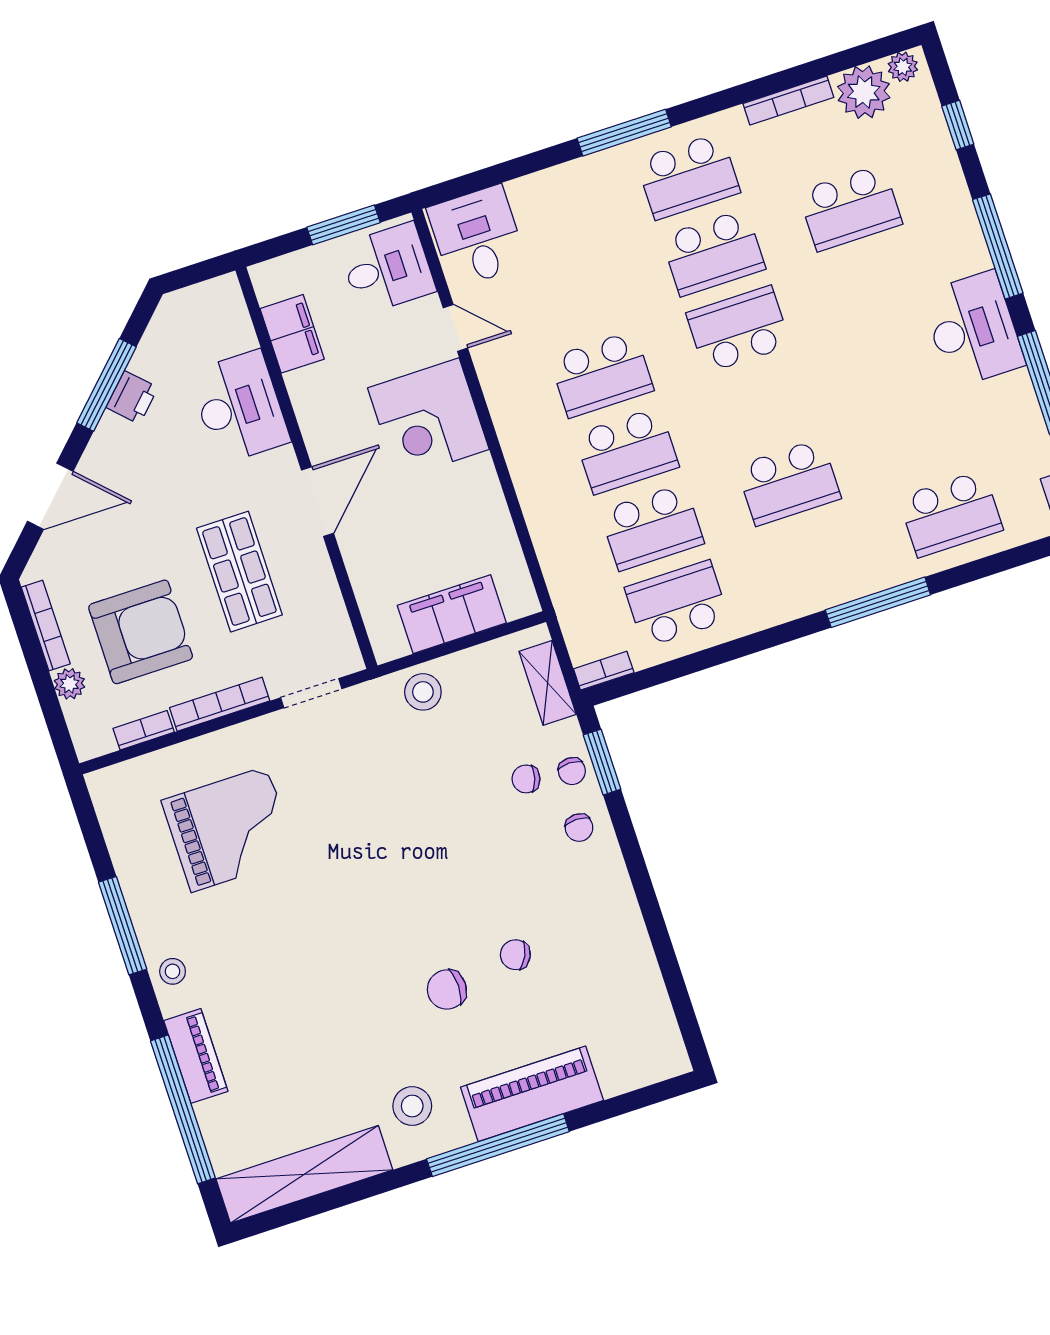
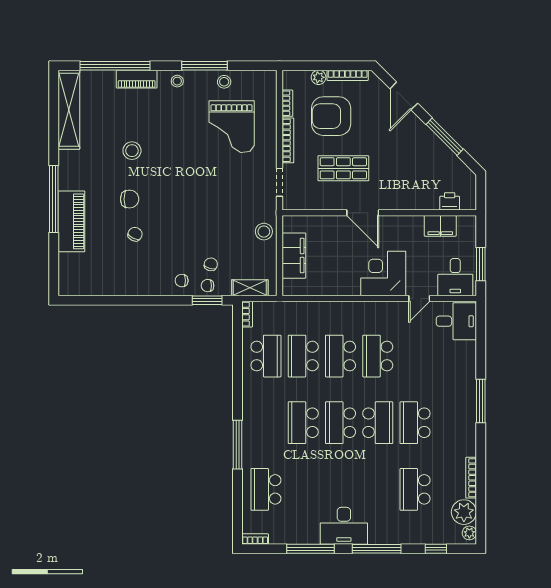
school desk: (688, 176) -> (340, 423), moved
printer: (132, 397) -> (450, 201), moved, turned 135
desk: (239, 407) -> (416, 192), removed
armchair: (141, 632) -> (331, 116), turned 90
stool: (142, 875) -> (224, 82), added
chair: (447, 990) -> (130, 199), turned 90
stool: (412, 1106) -> (132, 151), moved

